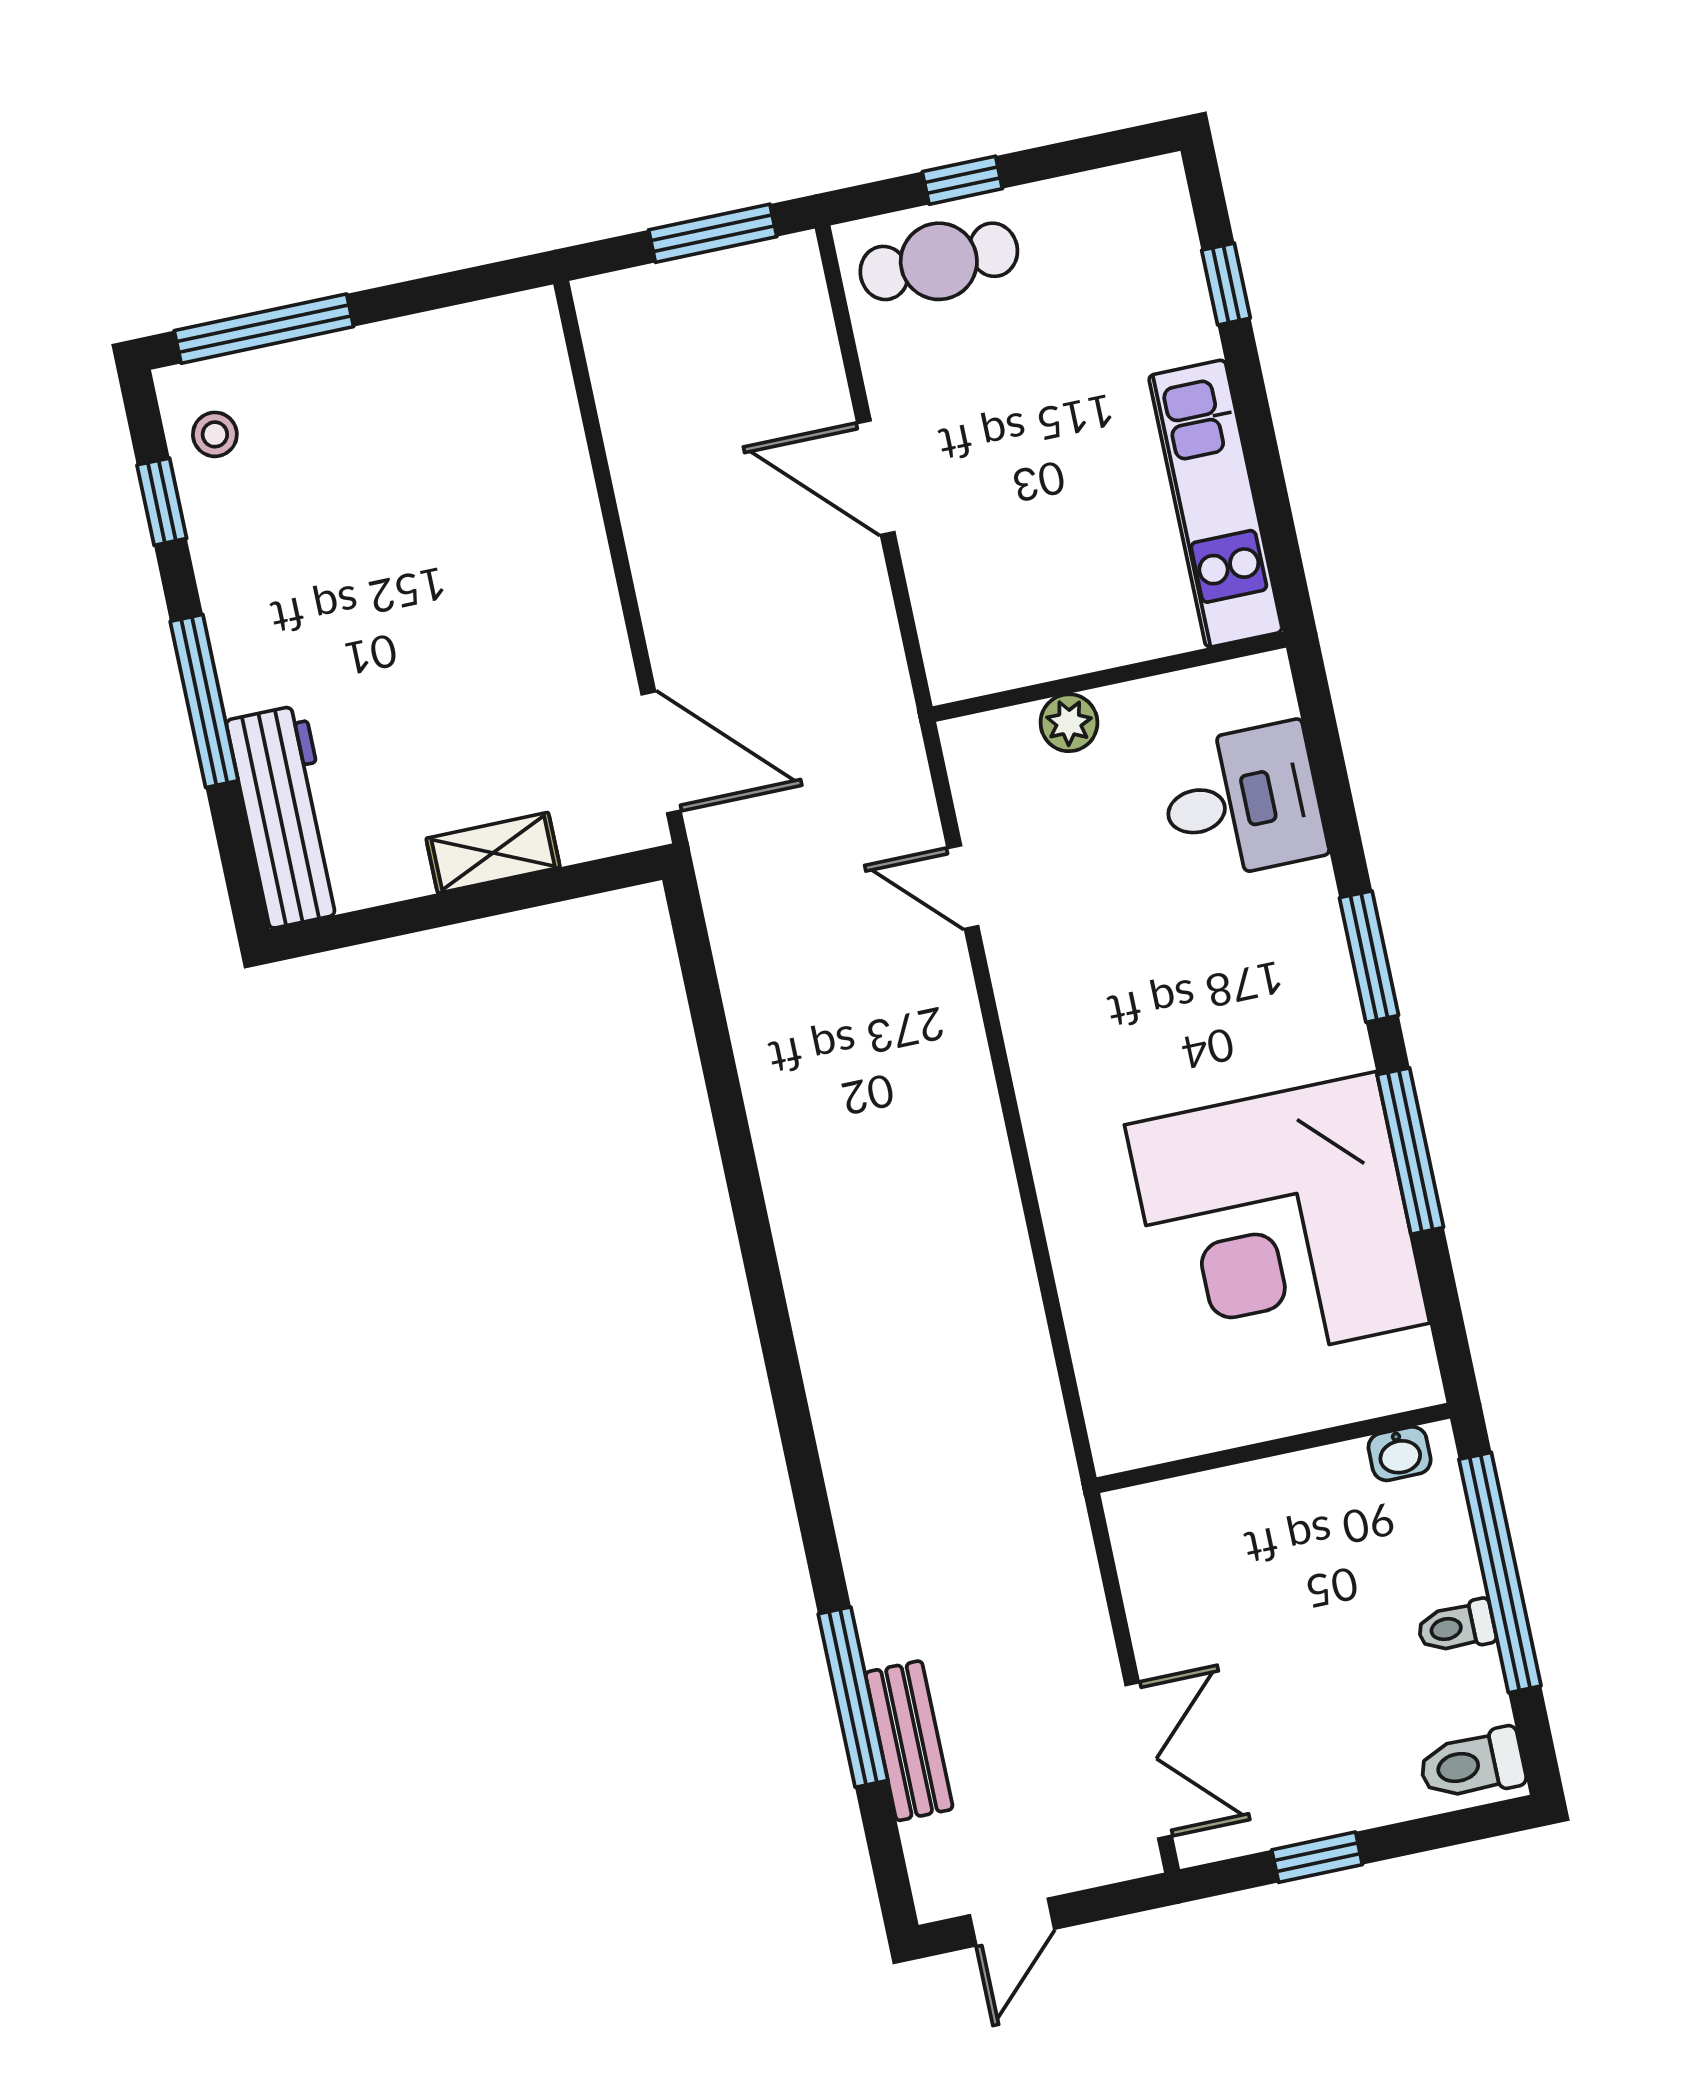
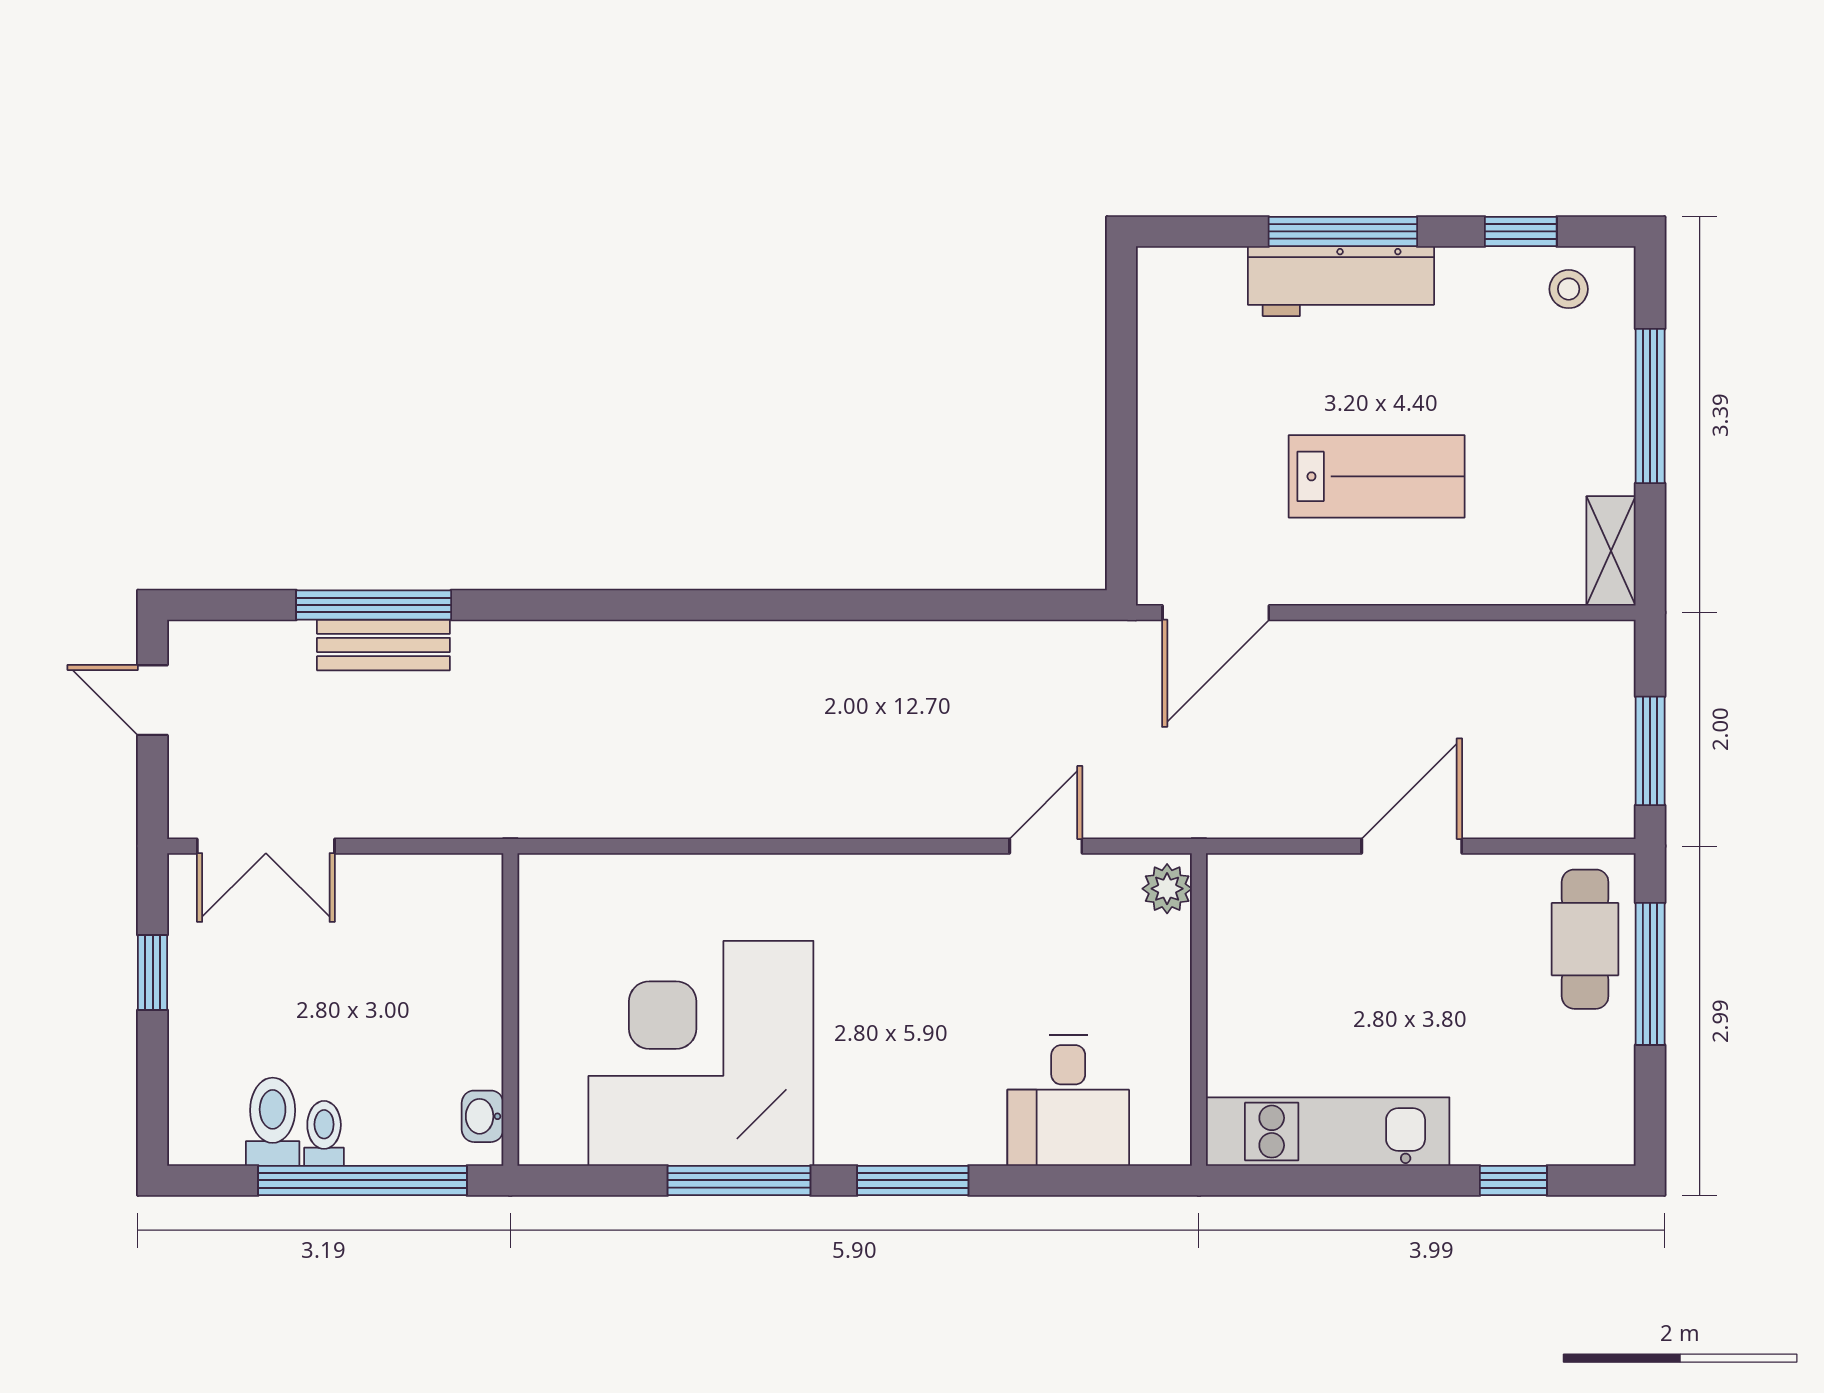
window: (962, 180) -> (1650, 974), width x2.17
window: (264, 329) -> (1650, 406), moved
lab bench: (470, 605) -> (1377, 476), added
plant: (1069, 723) -> (1167, 889), moved
workbench: (287, 816) -> (1341, 281), moved
shelving: (493, 853) -> (1611, 551), moved
bench: (909, 1741) -> (383, 645), moved
toilet: (1472, 1765) -> (273, 1122), moved

